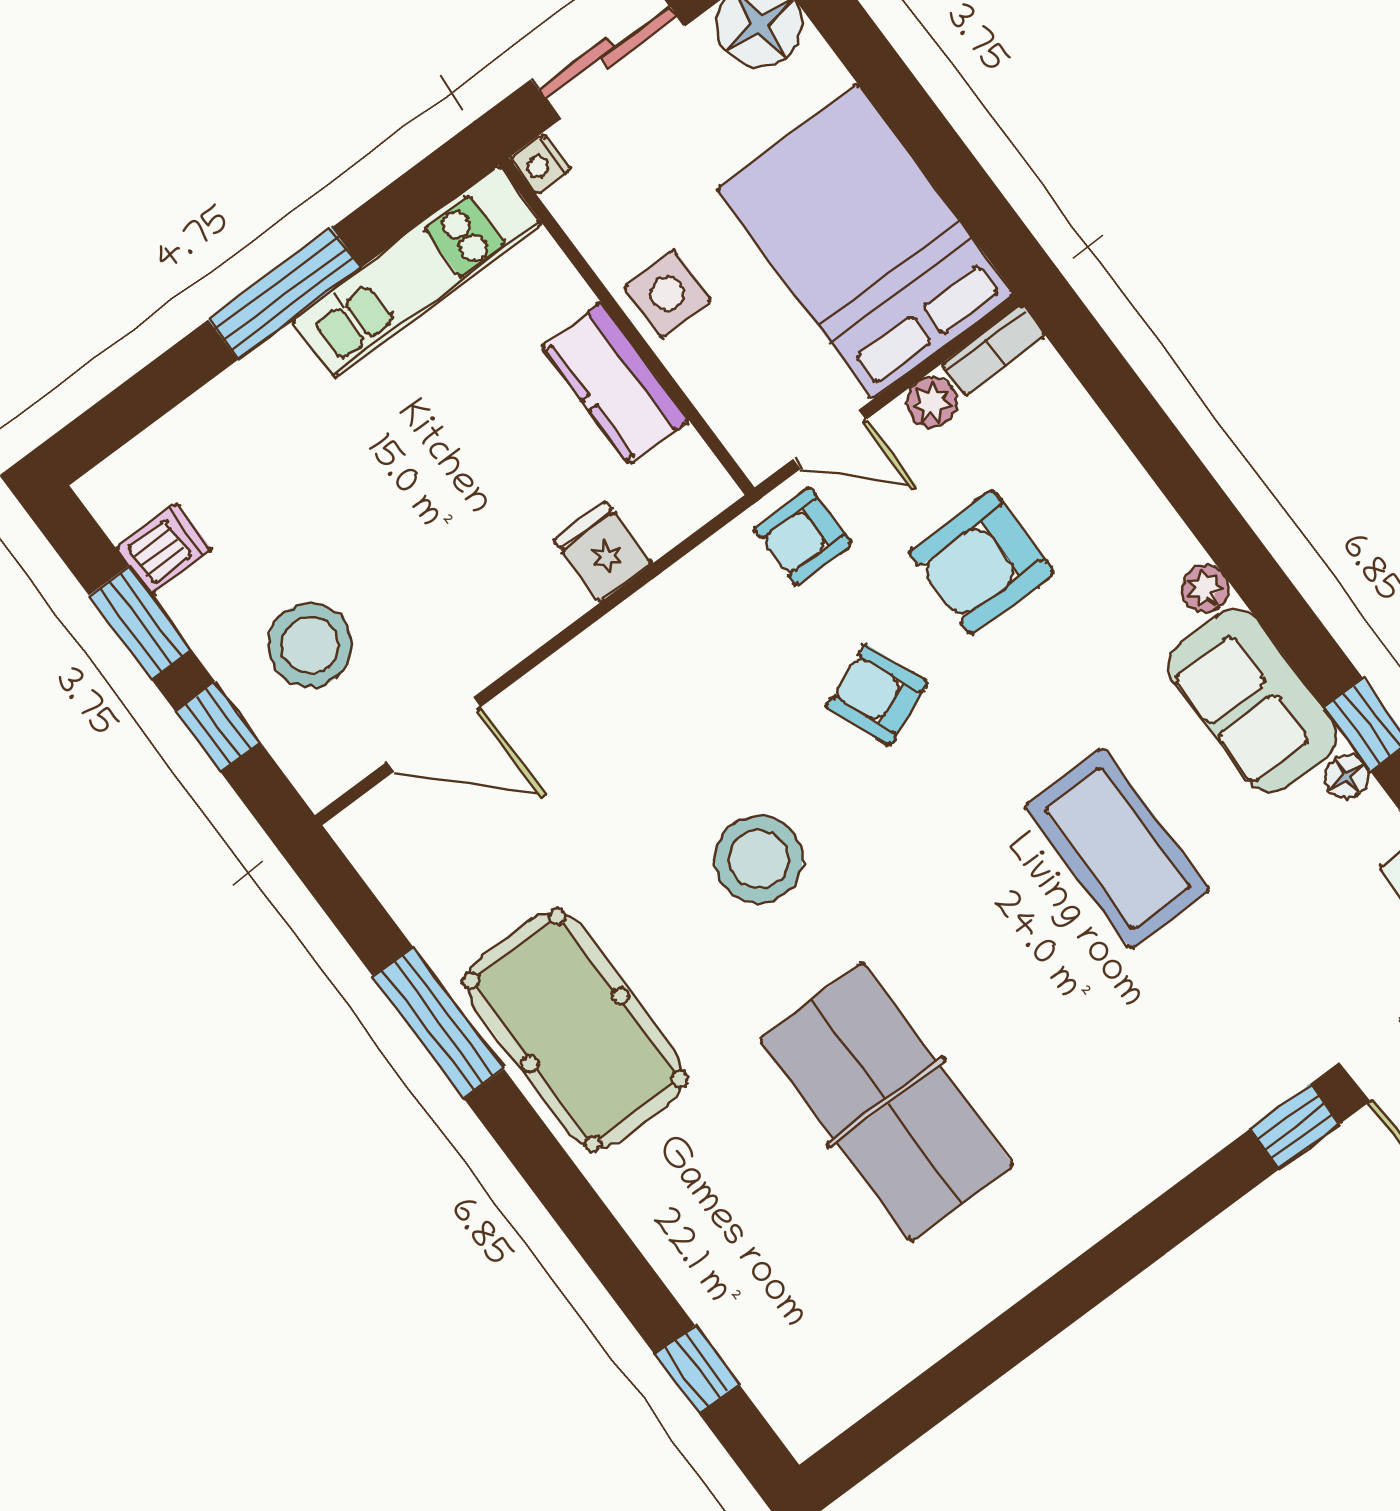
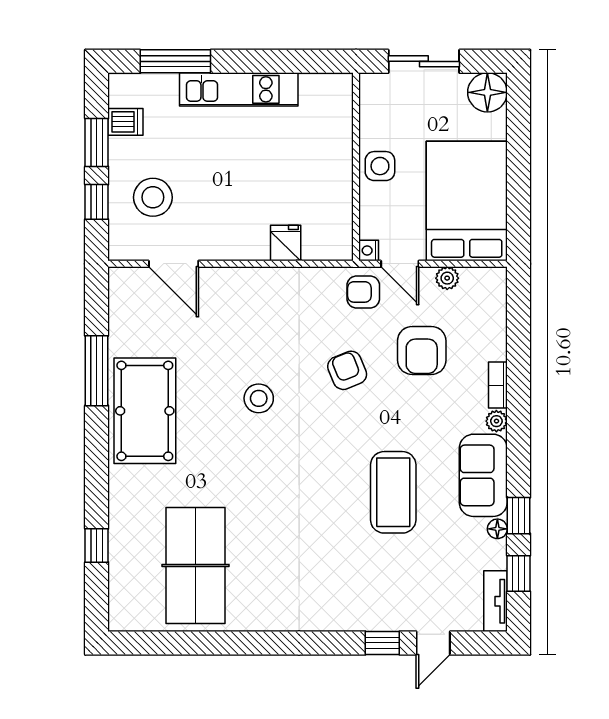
nightstand: (541, 165) -> (369, 251), moved
kitchen unit: (417, 272) -> (239, 89), moved
window: (285, 294) -> (175, 61), moved
bookcase: (993, 350) -> (498, 385), moved, turned 90
kitchen counter: (615, 384) -> (336, 185), removed
armchair: (982, 562) -> (422, 350), turned -90
stool: (759, 859) -> (259, 398), width x0.73, depth x0.73
table tennis table: (886, 1102) -> (195, 565), moved
window: (697, 1370) -> (97, 545), moved

